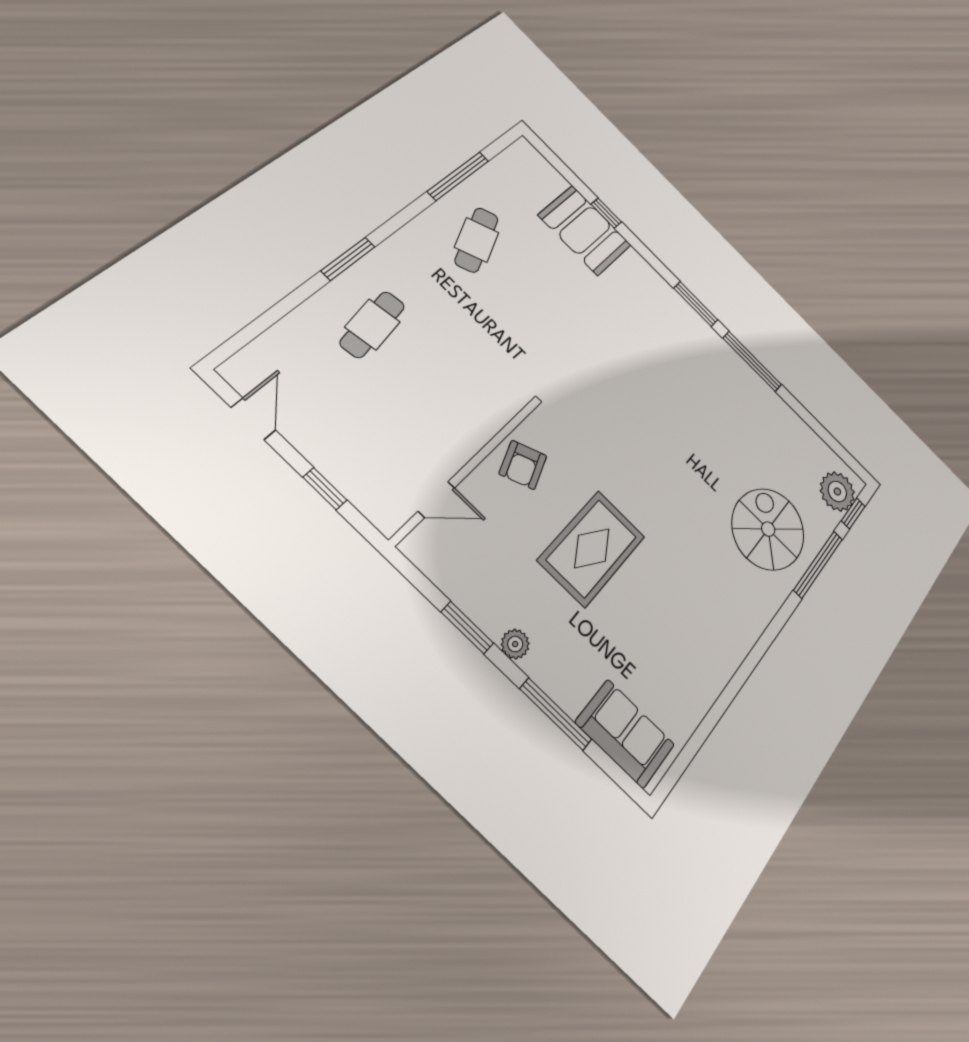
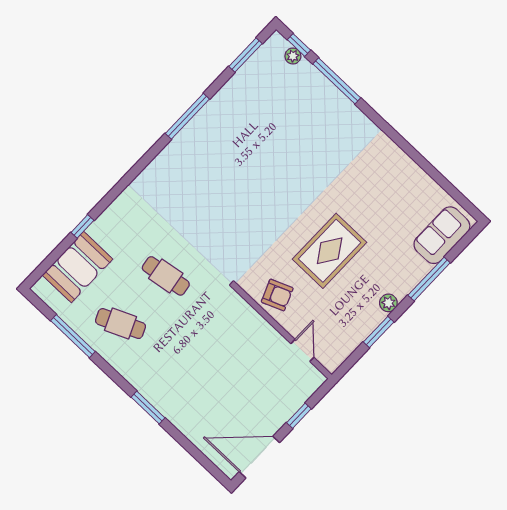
booth: (585, 230) -> (77, 267), moved
window: (696, 304) -> (245, 55), moved
cafe table: (372, 324) -> (166, 276), moved
door: (253, 419) -> (259, 457), width x1.87
plant: (837, 492) -> (293, 56), width x0.53, depth x0.53
spiral stairs: (768, 529) -> (313, 119), removed
rug: (592, 548) -> (330, 251), turned 90

